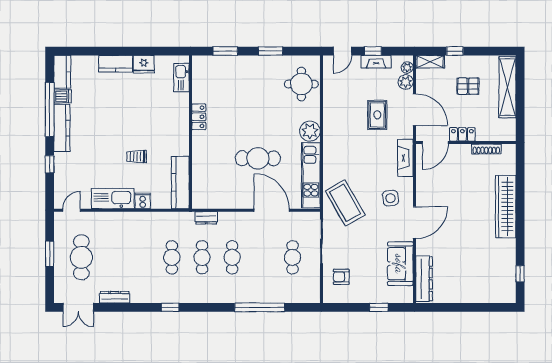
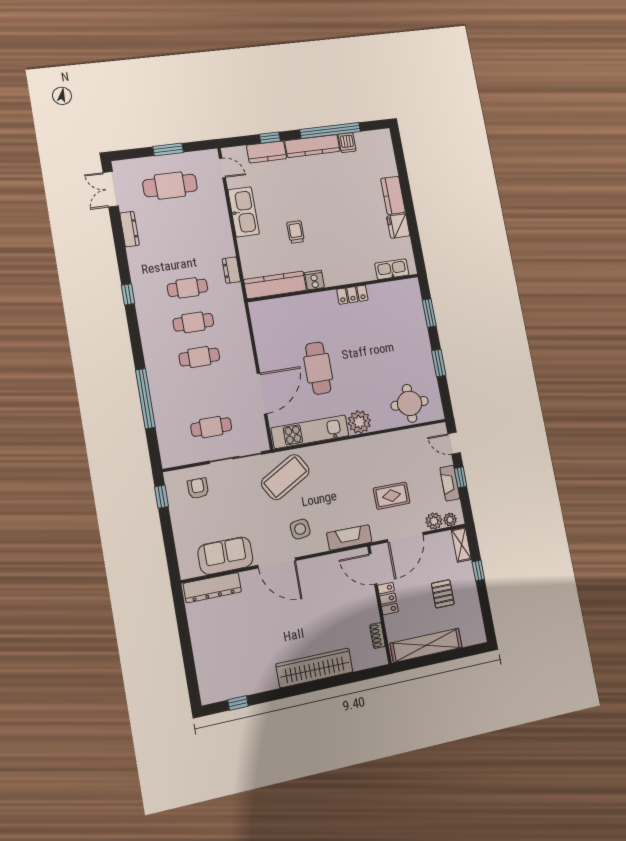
kitchen counter: (62, 72) -> (267, 152), moved
shelving: (507, 87) -> (426, 645), moved
shoe rack: (486, 149) -> (377, 636), width x0.70
cooker: (143, 201) -> (314, 280), moved, turned -90
dresser: (206, 218) -> (231, 270), moved
window: (379, 307) -> (162, 497), moved

